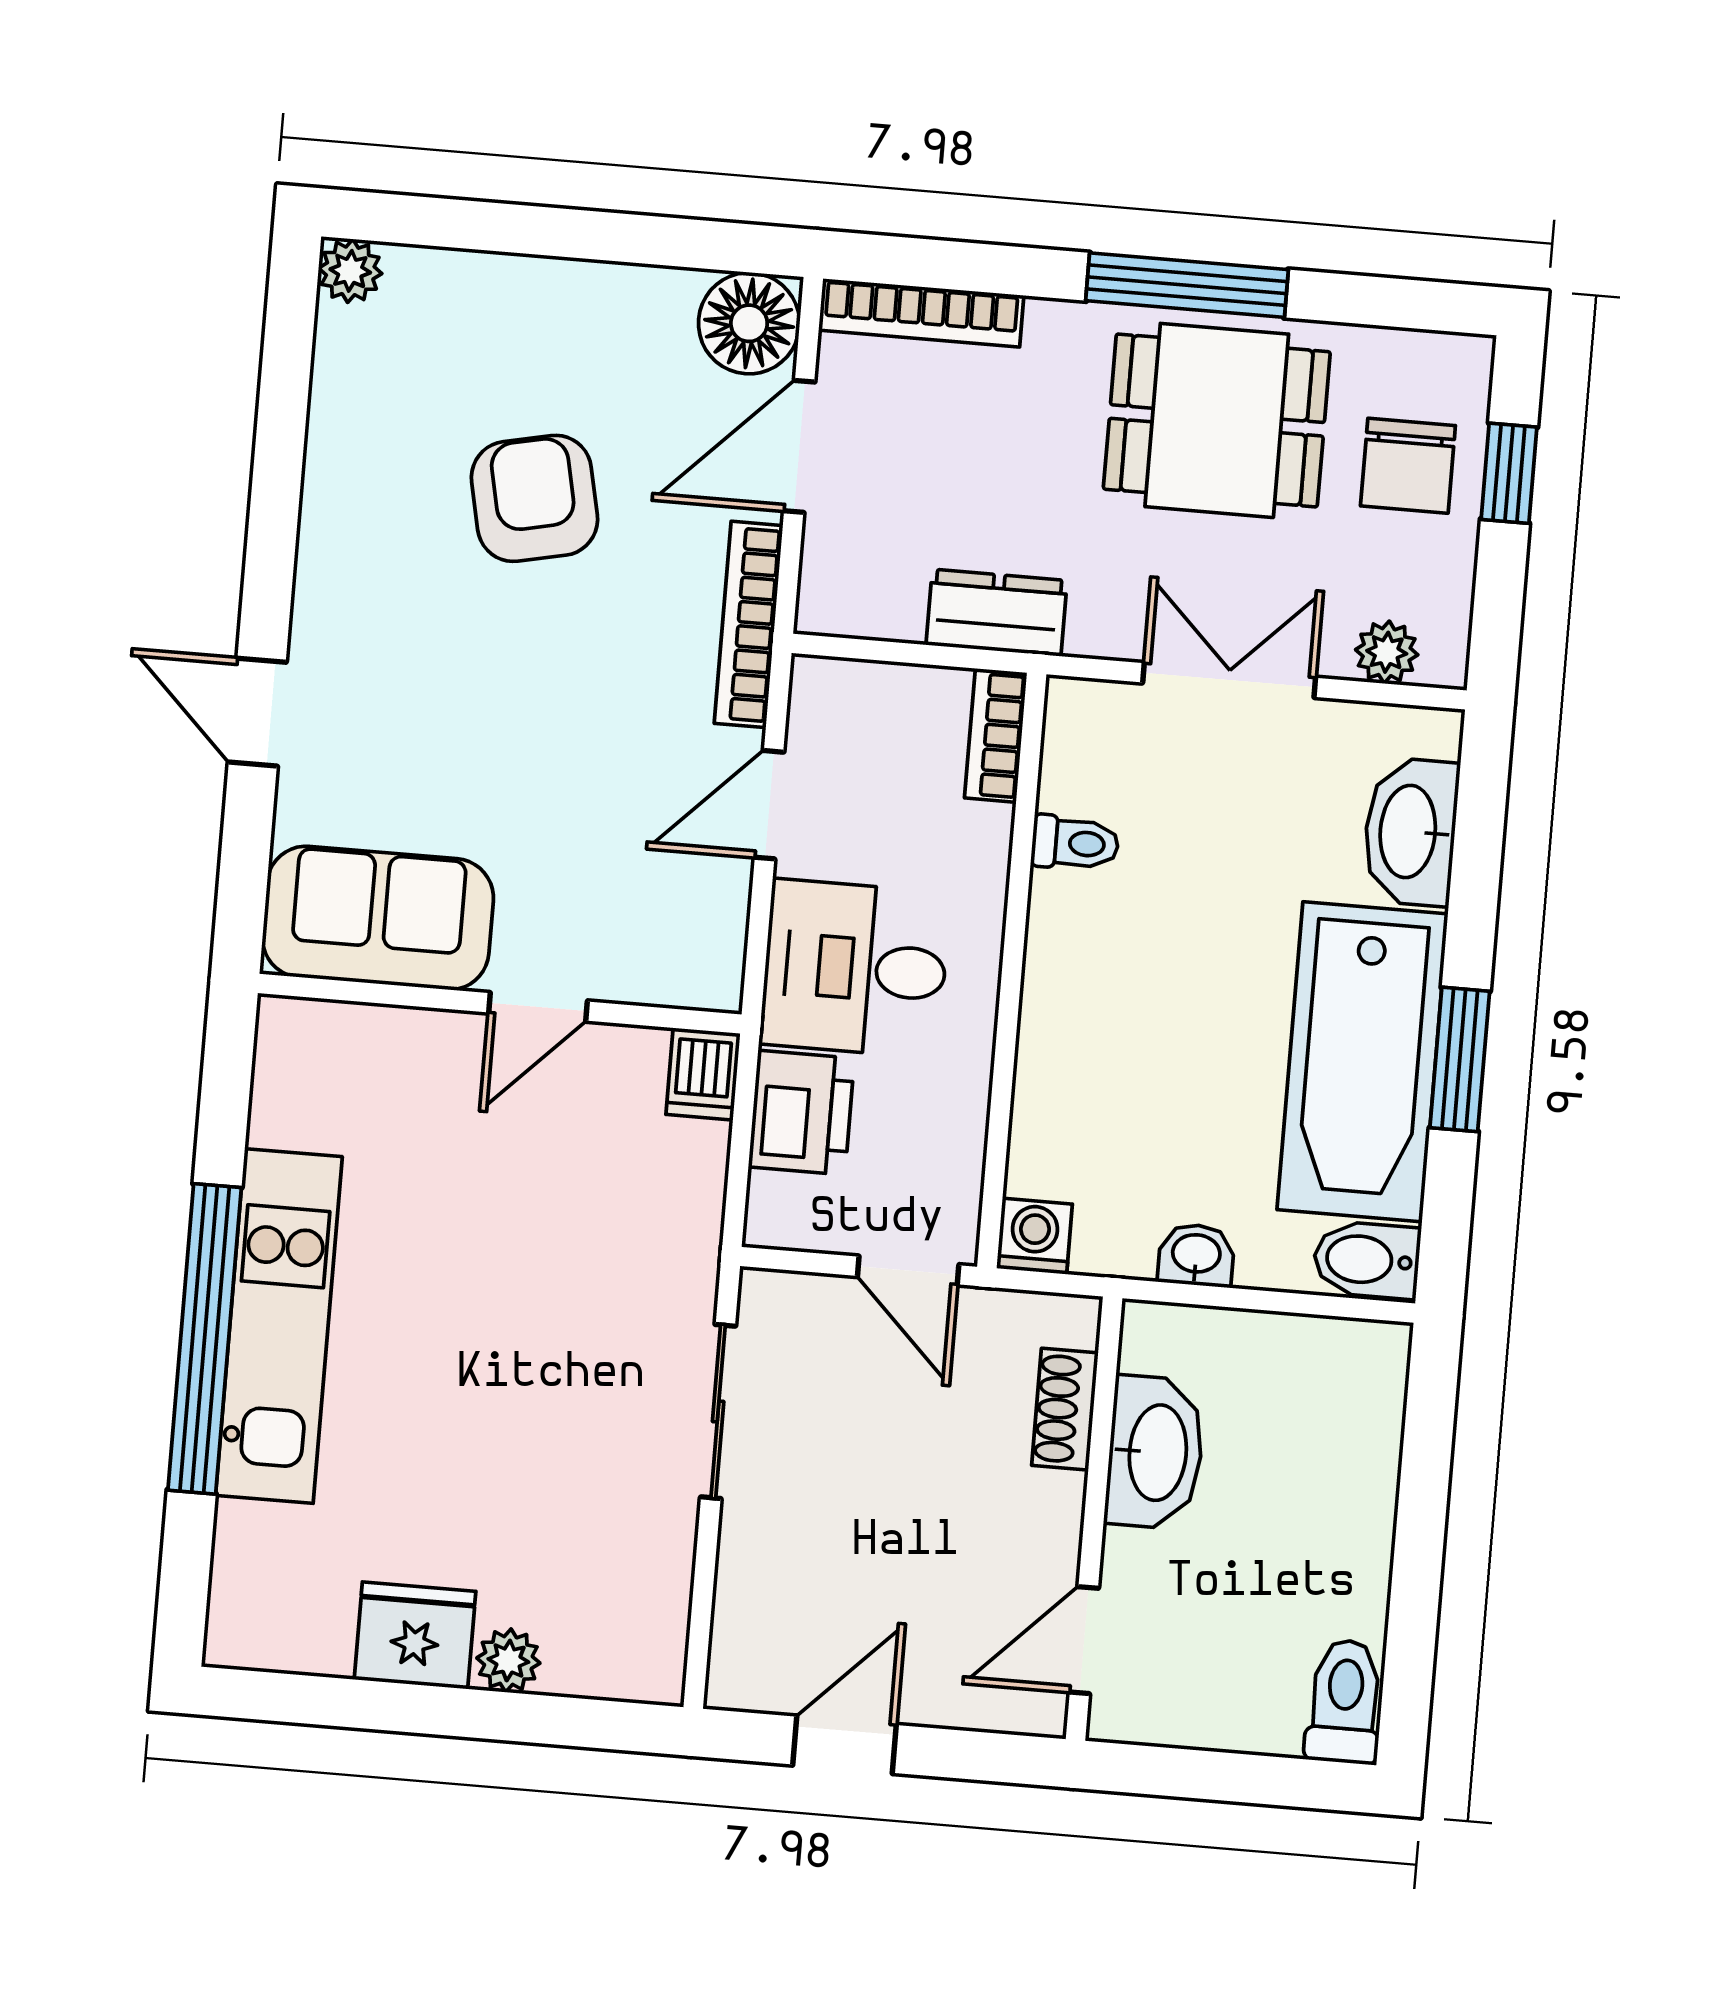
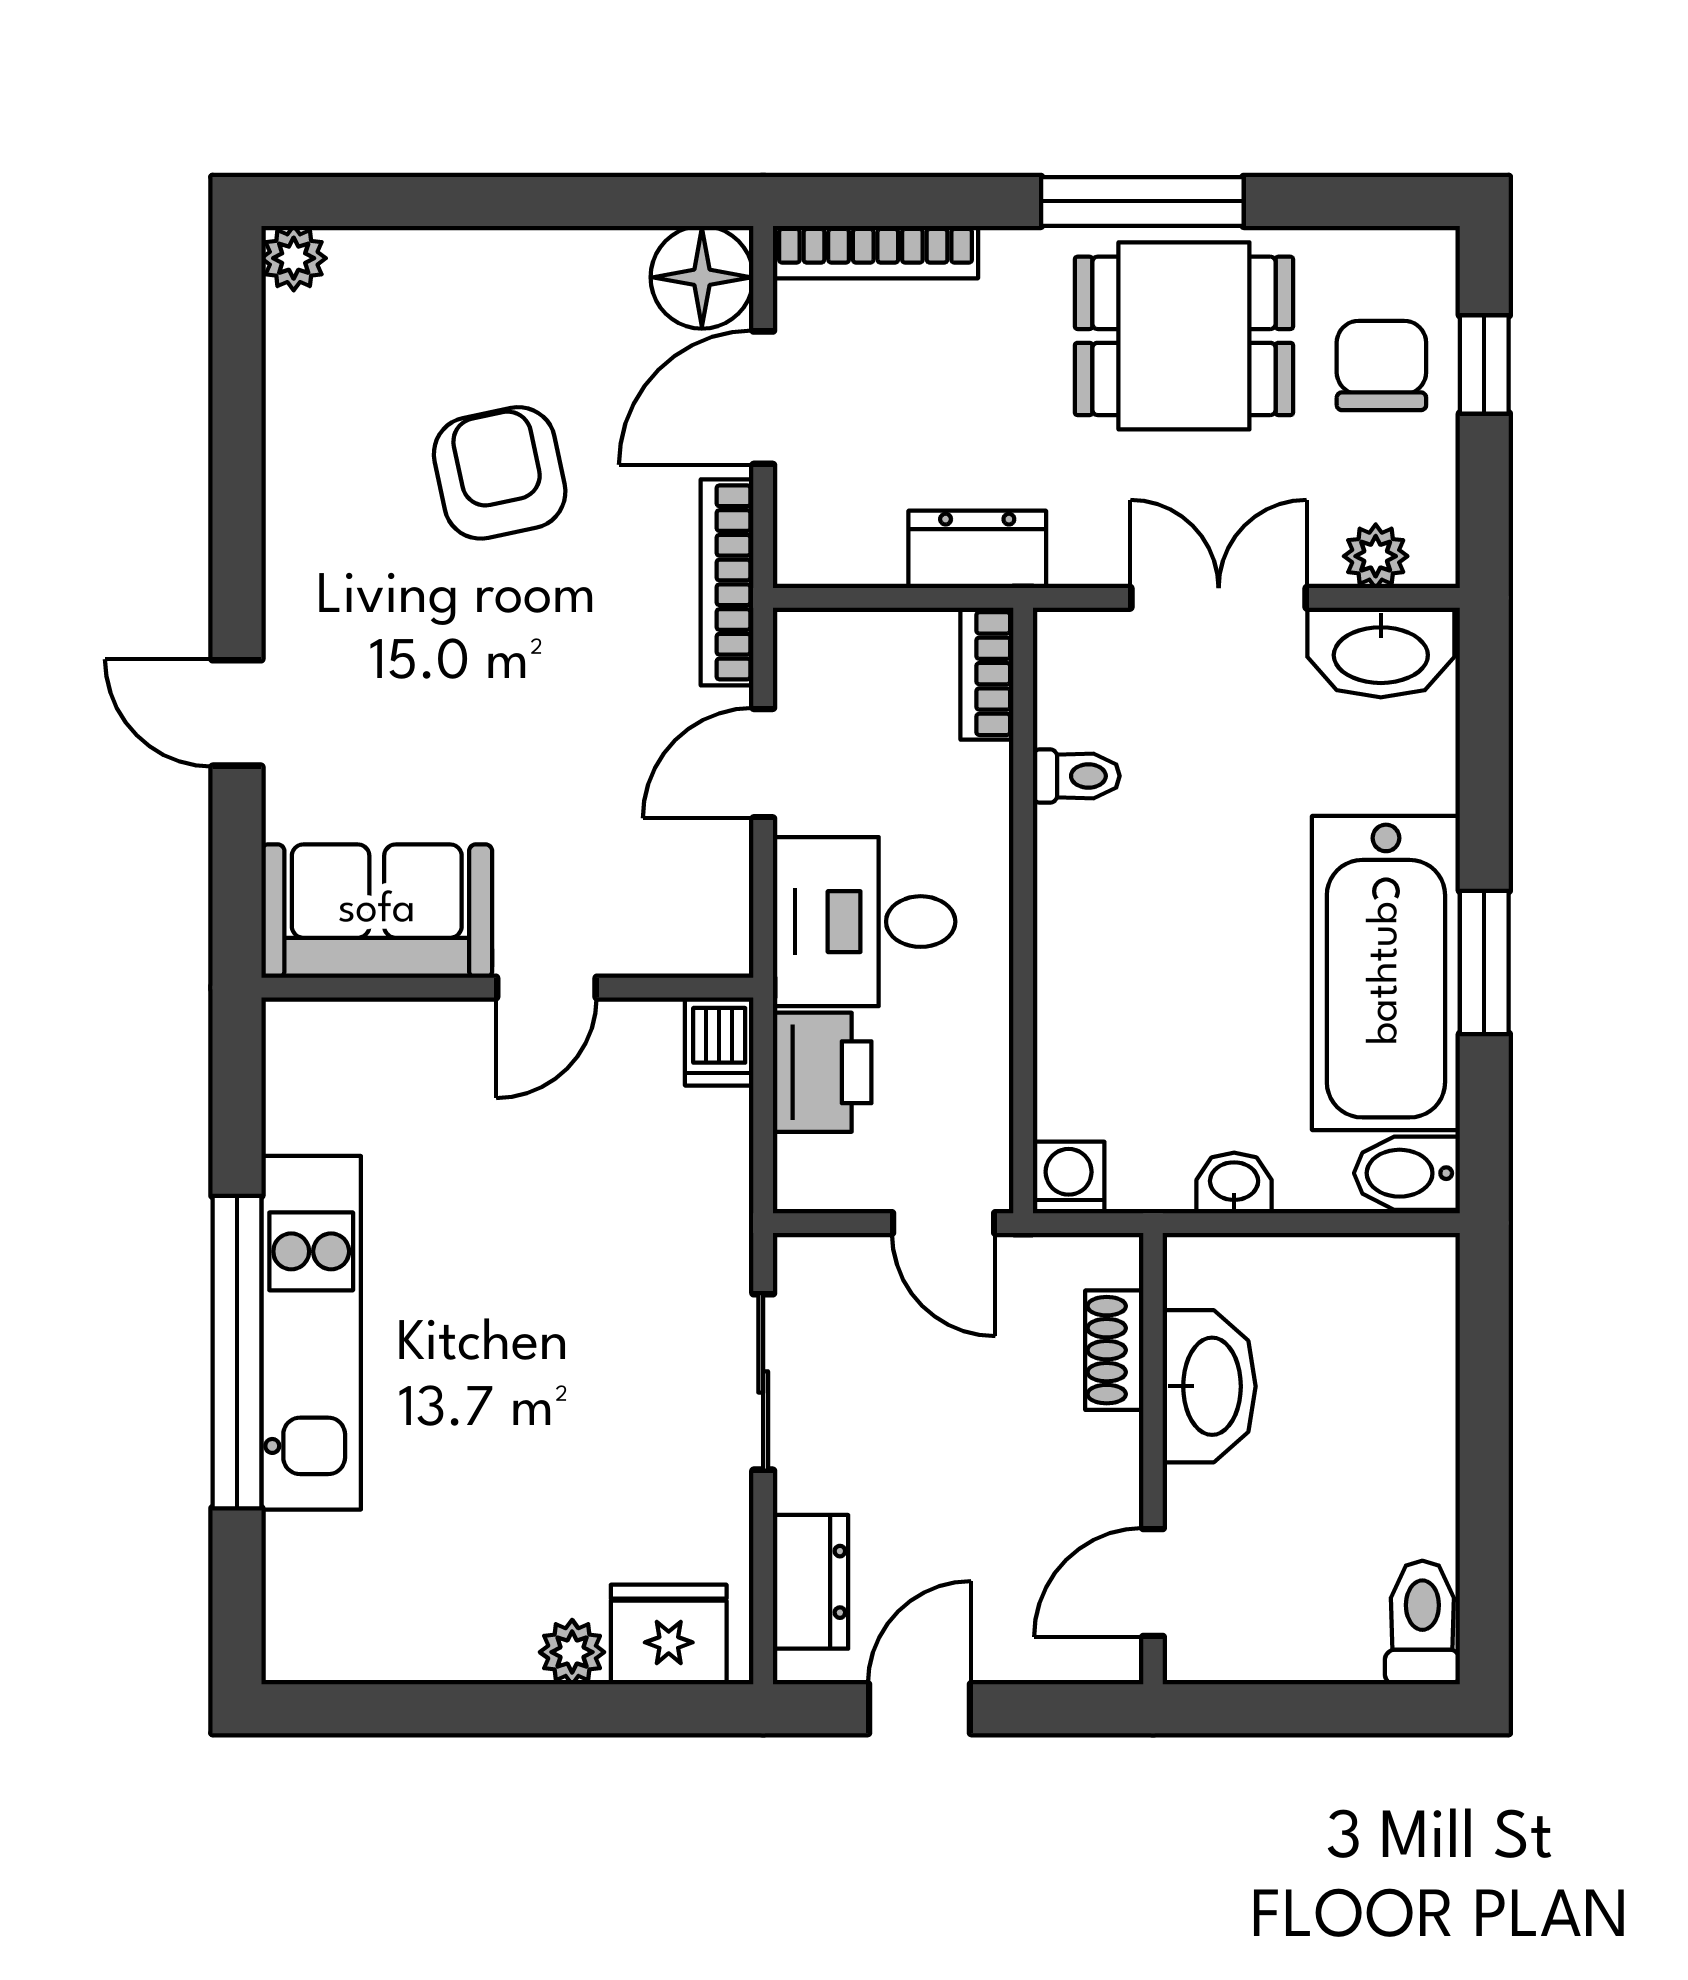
chair: (1408, 466) -> (1381, 366), turned 180
washbasin: (1410, 832) -> (1381, 652), moved, turned -90
dresser: (748, 1611) -> (811, 1582), added
fridge: (415, 1635) -> (669, 1635), moved

